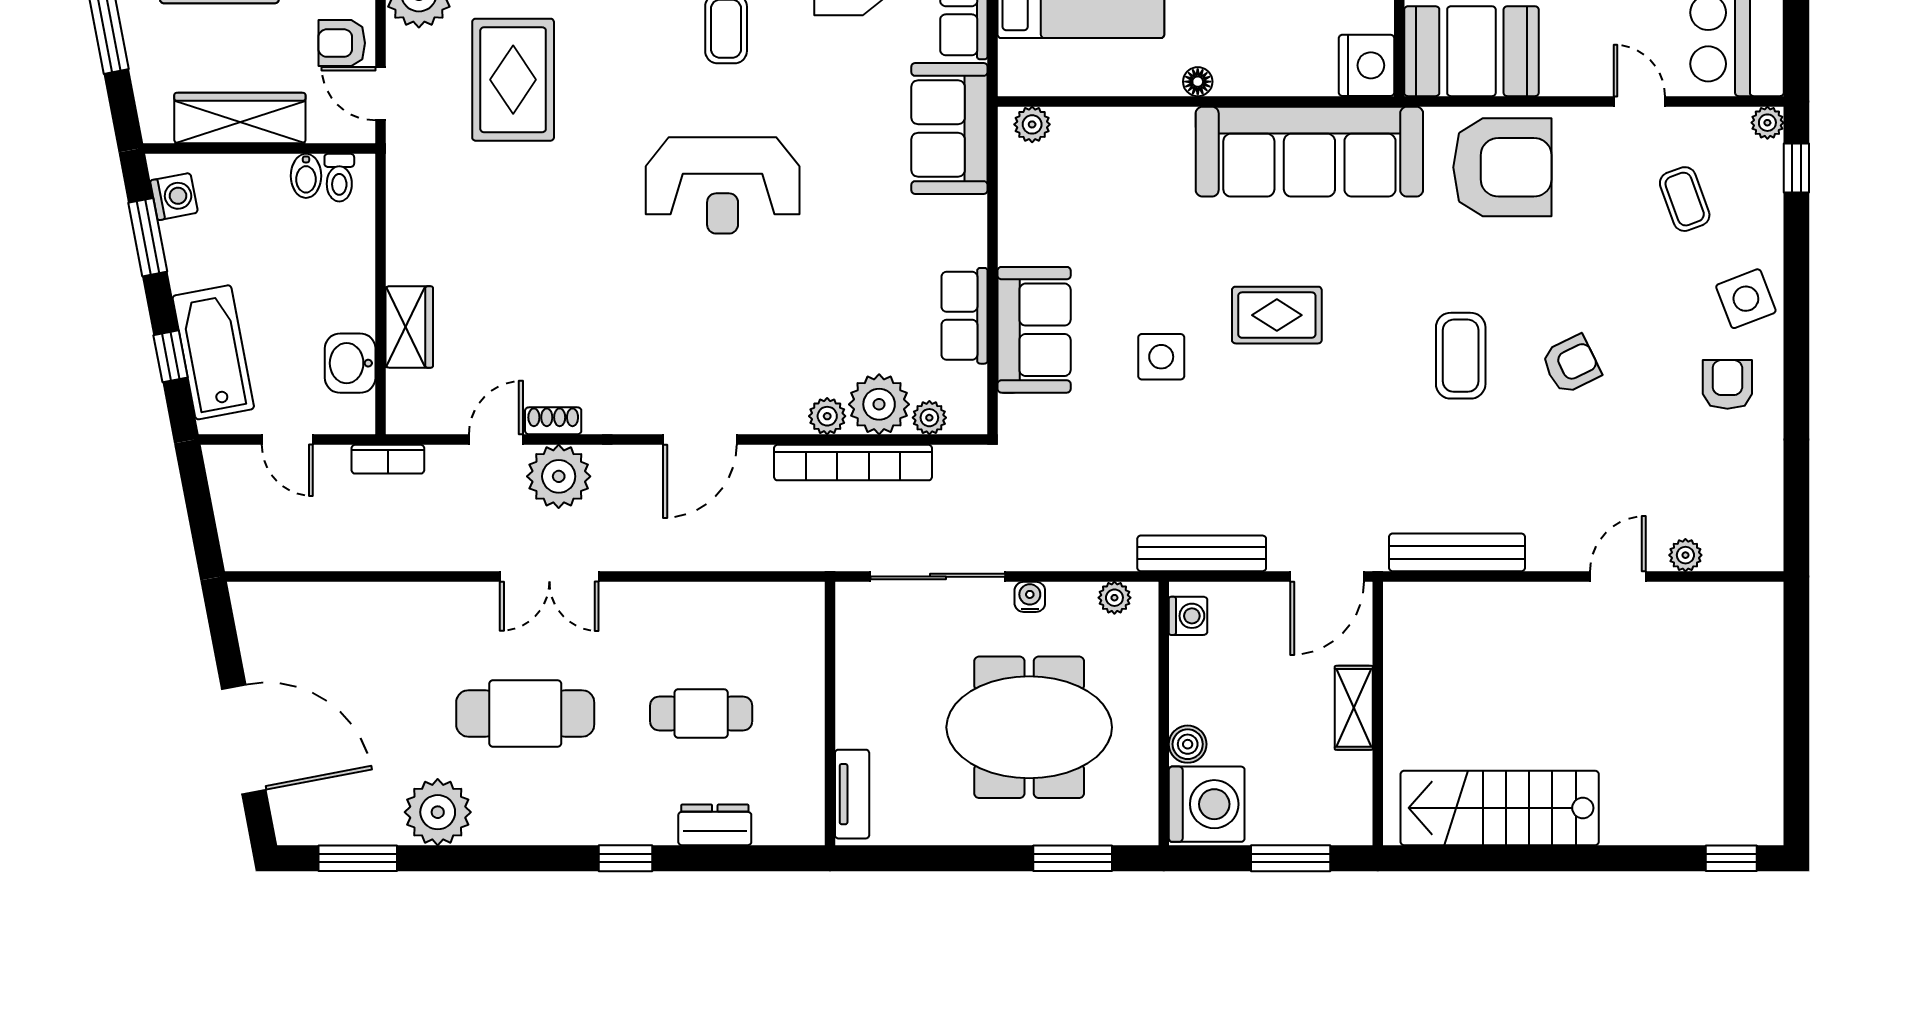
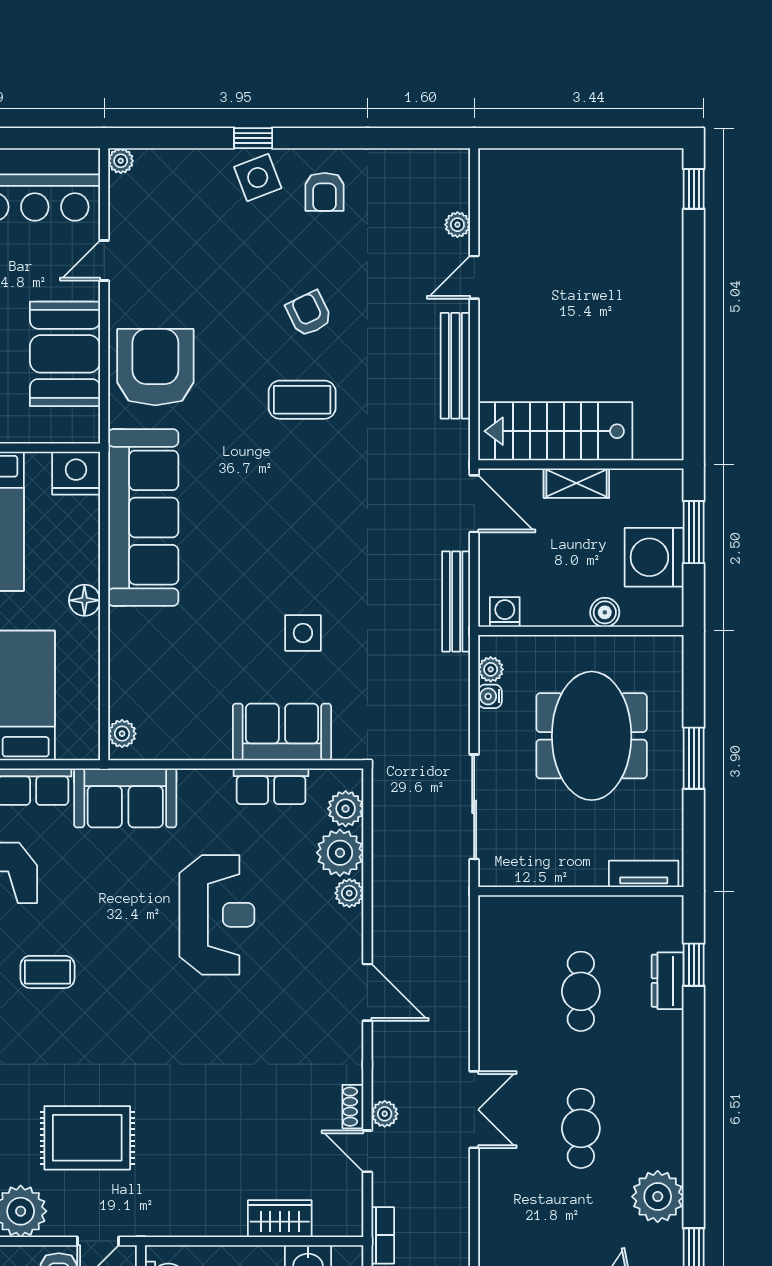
booth: (1471, 51) -> (65, 354), moved
floor lamp: (1198, 82) -> (84, 600), width x1.37, depth x1.37
window: (1796, 168) -> (253, 138), moved
reception desk: (723, 185) -> (217, 915), moved
coffee table: (1685, 199) -> (180, 225), removed
rug: (1277, 315) -> (270, 543), removed
armchair: (1727, 384) -> (325, 192), turned -90
plant: (929, 418) -> (346, 809), width x1.38, depth x1.38
bookcase: (853, 463) -> (385, 873), removed
plant: (559, 476) -> (385, 1114), width x0.53, depth x0.53
bench: (1457, 552) -> (455, 366), moved
door: (1618, 577) -> (474, 277), hinge flipped
water cooler: (1030, 597) -> (490, 696), moved
cafe table: (525, 713) -> (581, 1128), width x0.73, depth x0.74
washing machine: (1207, 804) -> (654, 557), moved, turned -90
stairs: (1500, 808) -> (555, 431), moved, turned 90
window: (626, 858) -> (694, 965), moved
window: (1073, 858) -> (694, 758), moved

